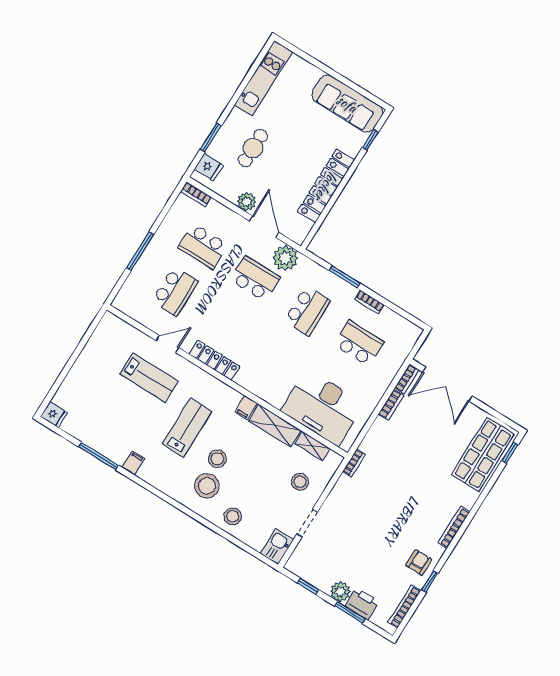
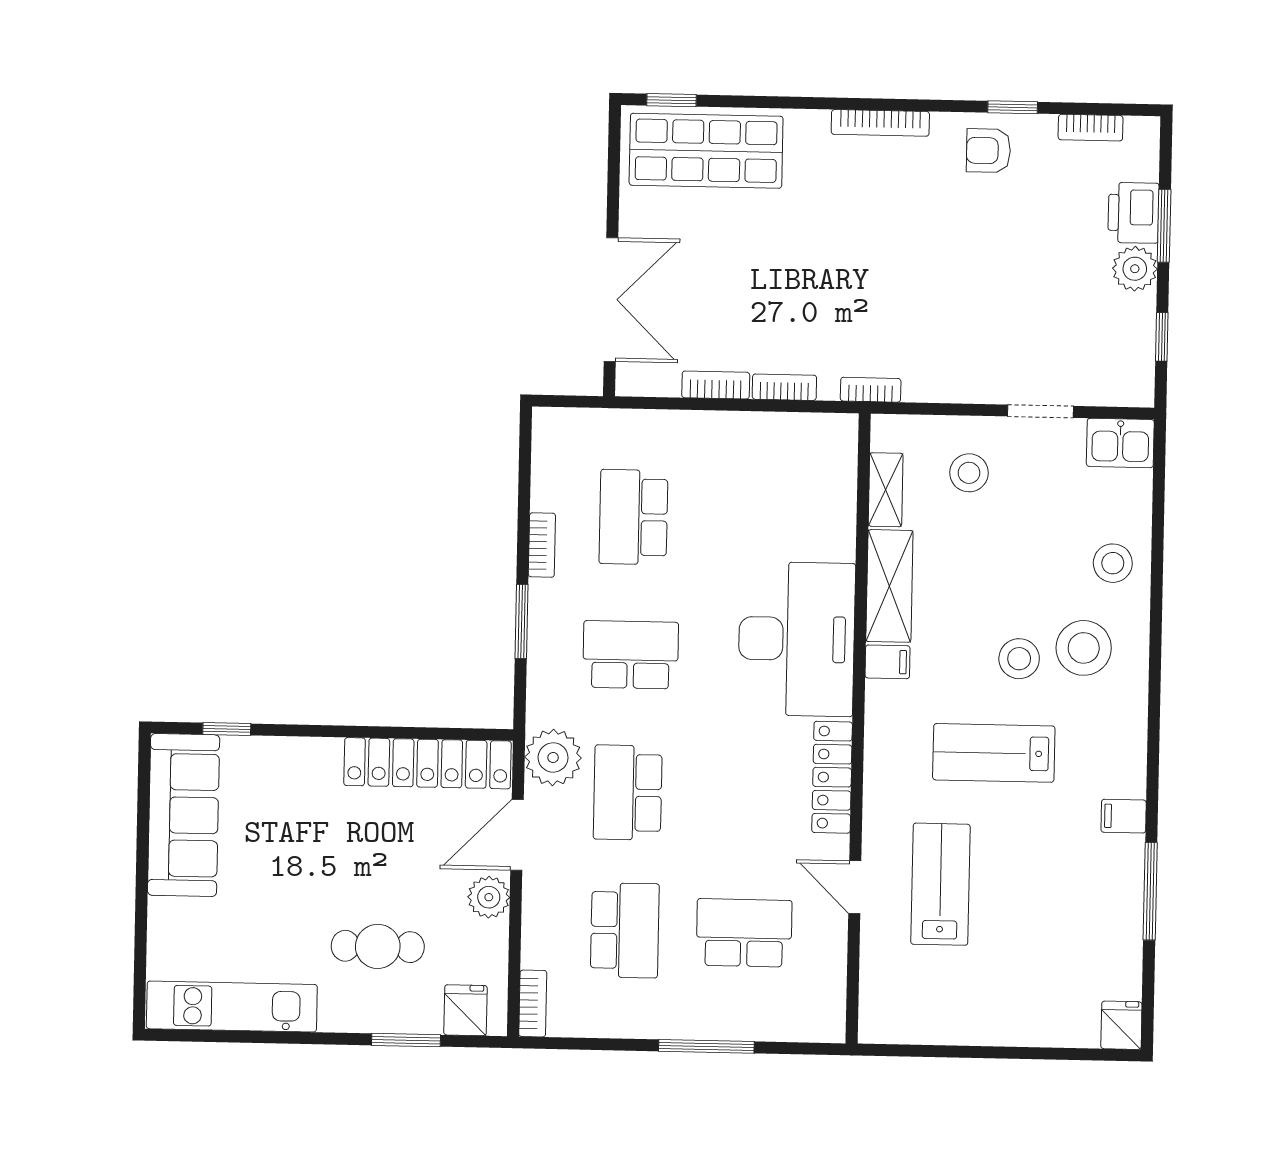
locker: (326, 186) -> (427, 763), moved
bookcase: (407, 379) -> (784, 387), moved
desk: (322, 407) -> (797, 639), moved
bookcase: (404, 607) -> (1091, 128), width x0.64

